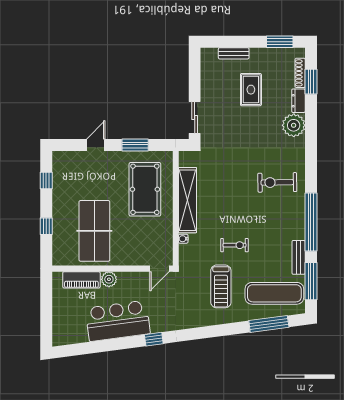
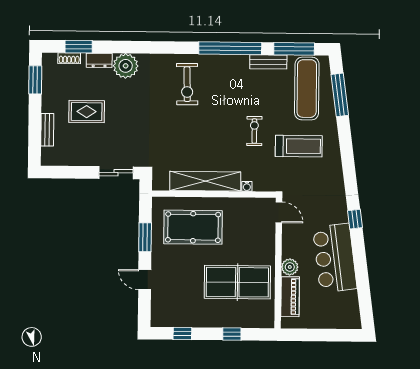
shoe rack: (300, 73) -> (69, 58), width x0.70

